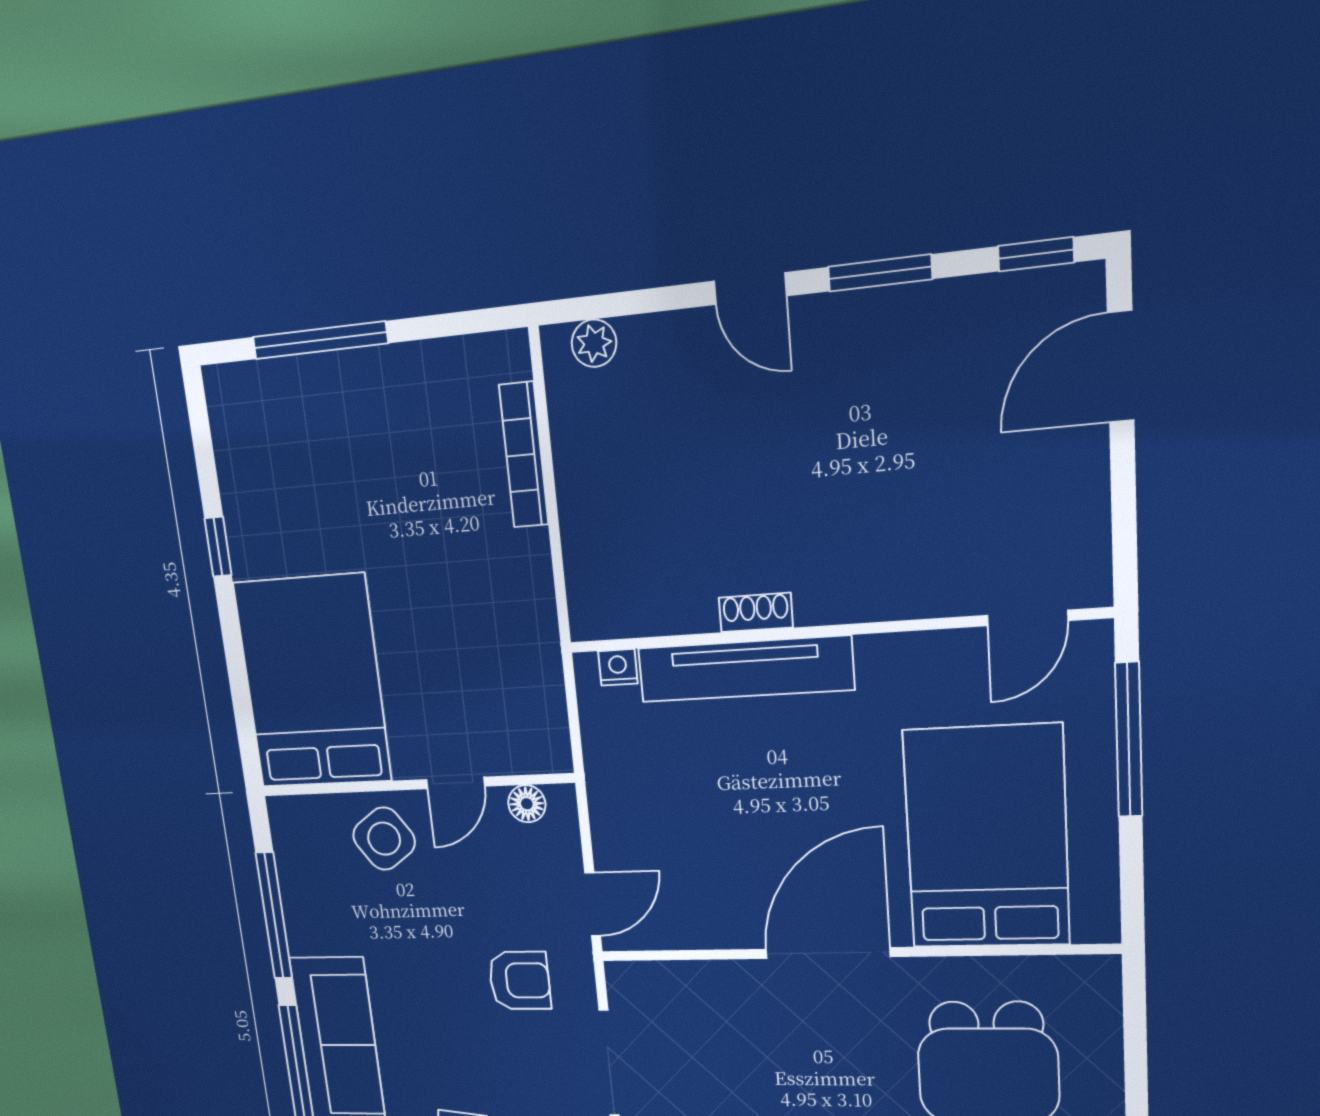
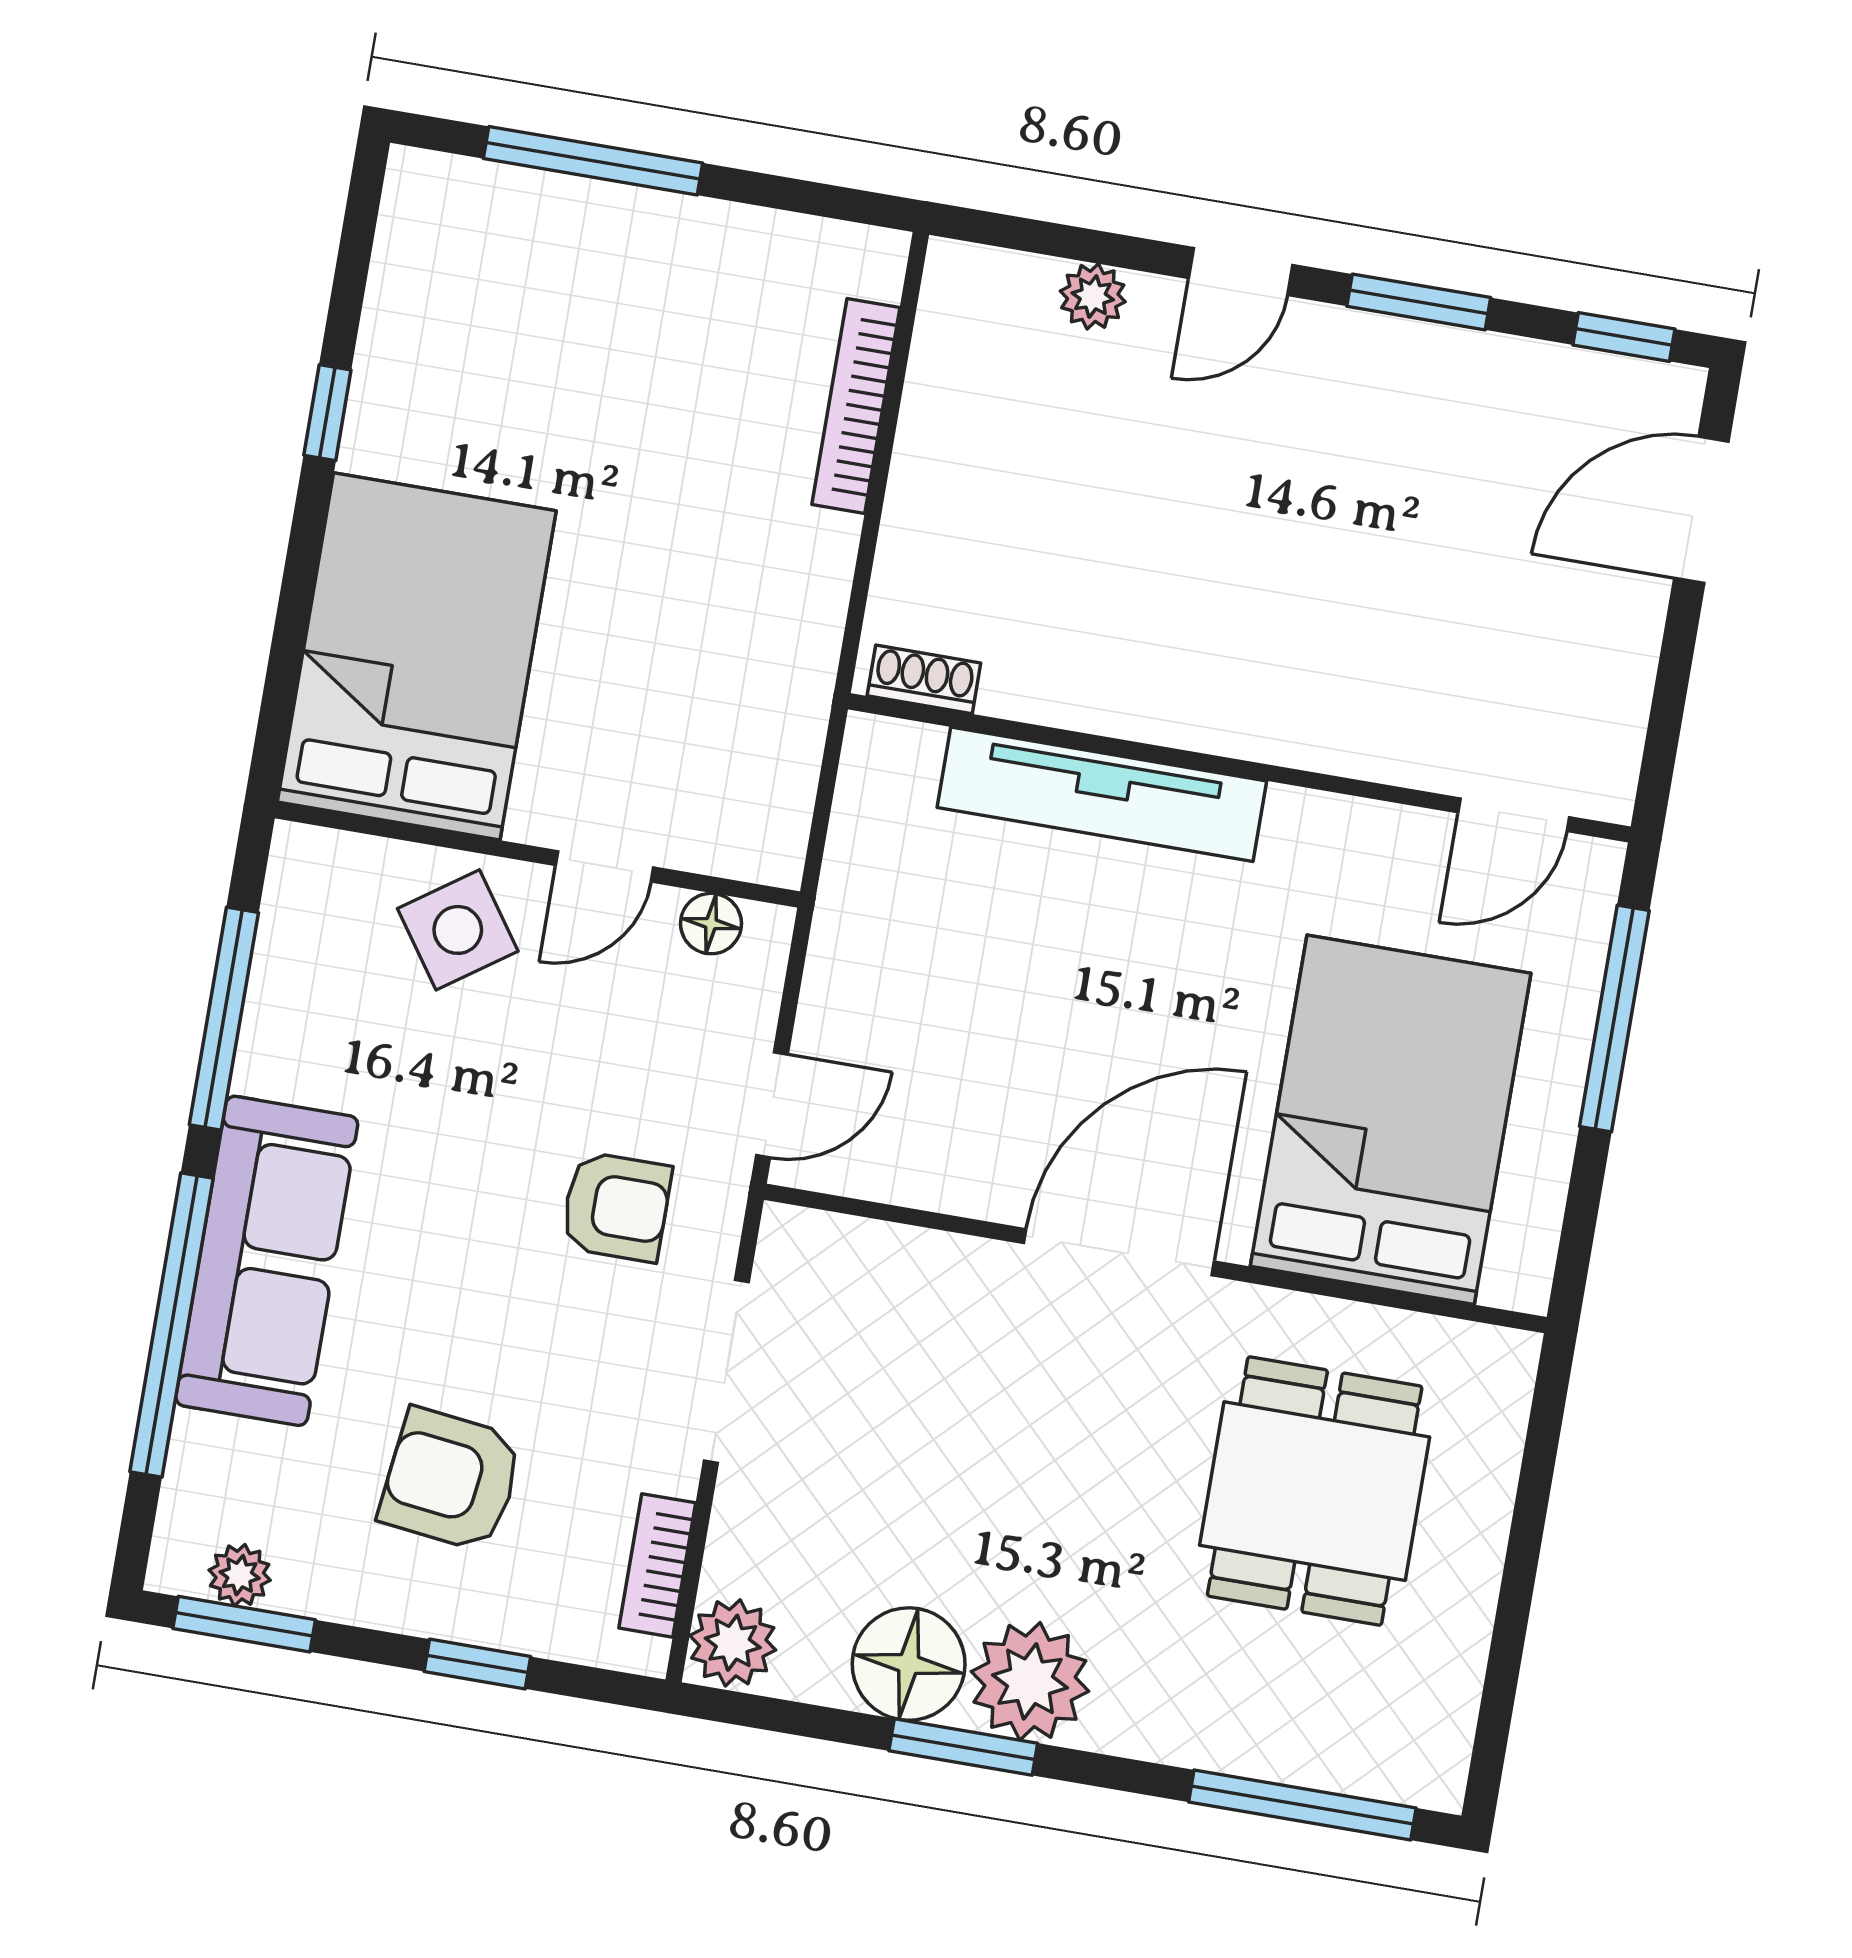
door: (750, 289) -> (1240, 271), hinge flipped
plant: (594, 343) -> (1093, 296), moved
shoe rack: (756, 612) -> (924, 679), moved
nightstand: (618, 667) -> (912, 747), removed

